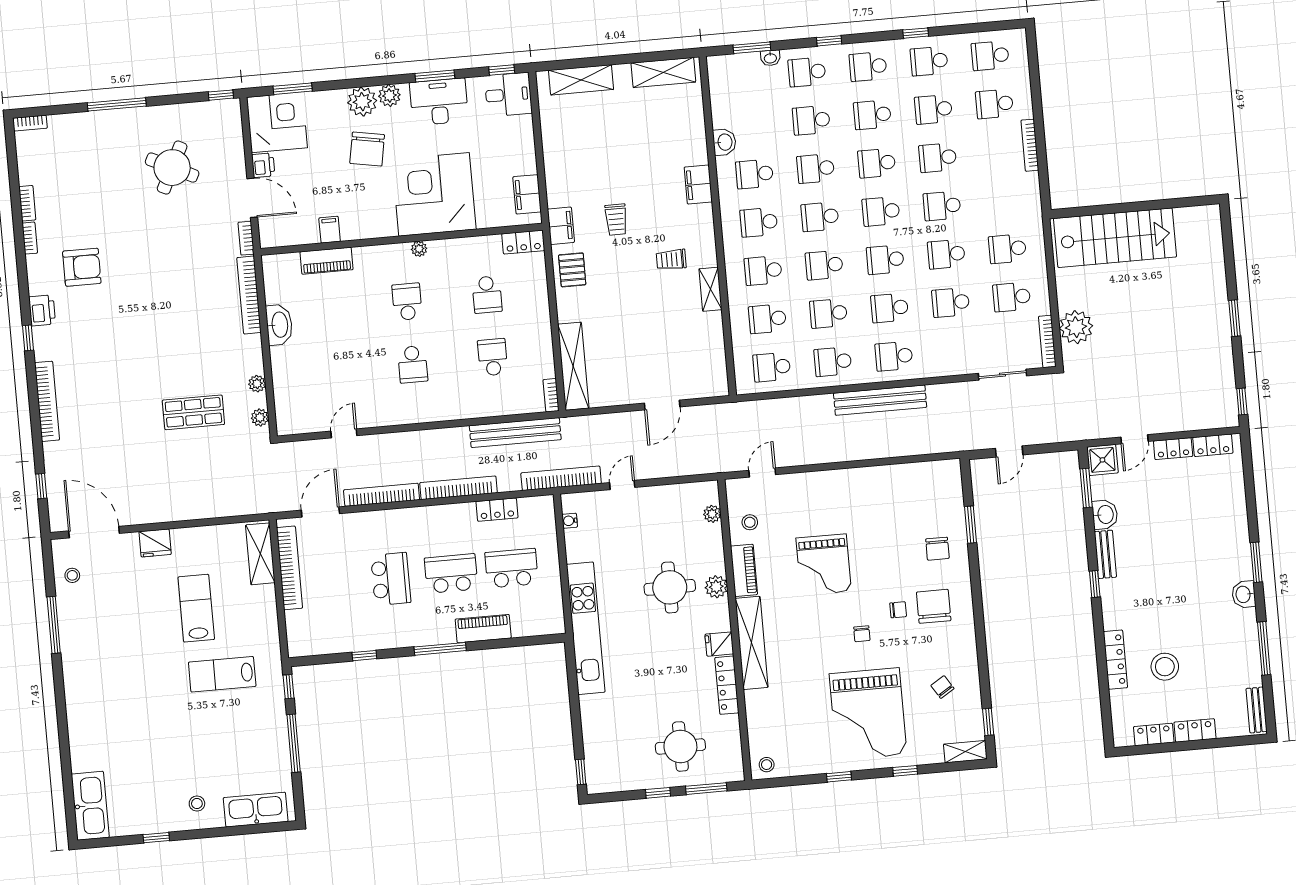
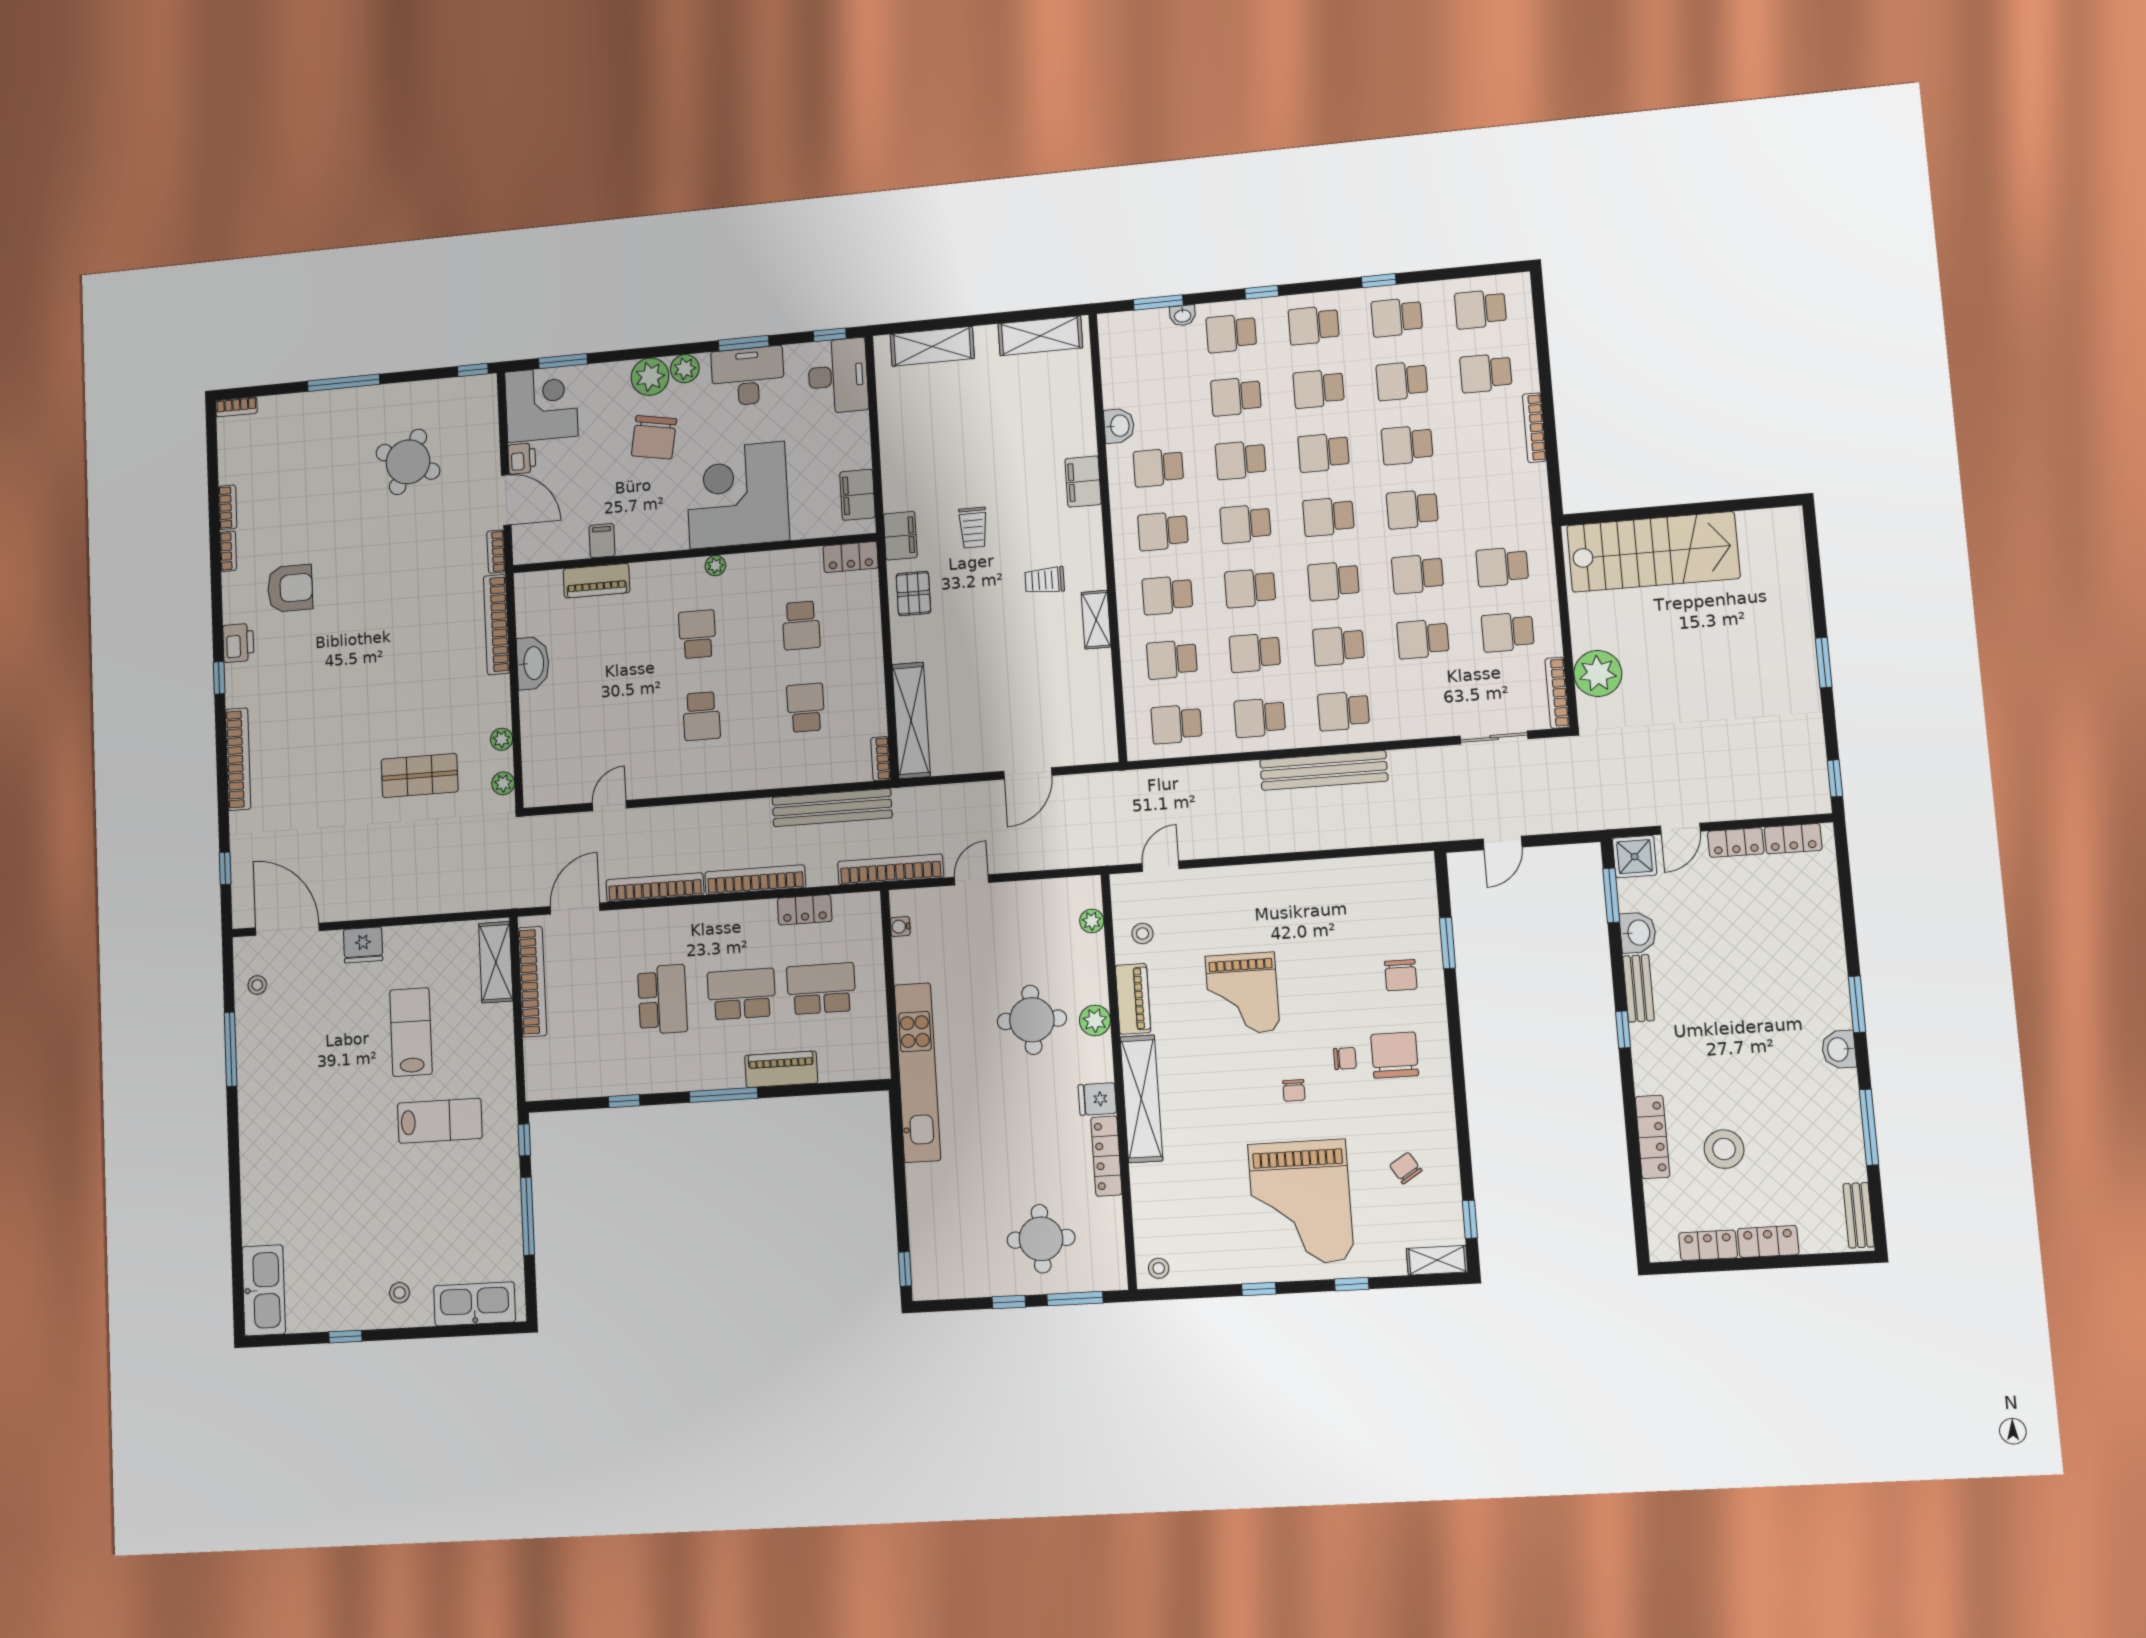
desk: (508, 95) -> (838, 376), width x1.37
lab bench: (222, 674) -> (440, 1121), turned 180

